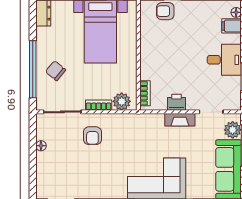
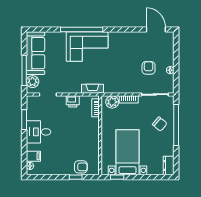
fireplace: (180, 120) -> (92, 89), moved
armchair: (92, 136) -> (149, 68), moved

